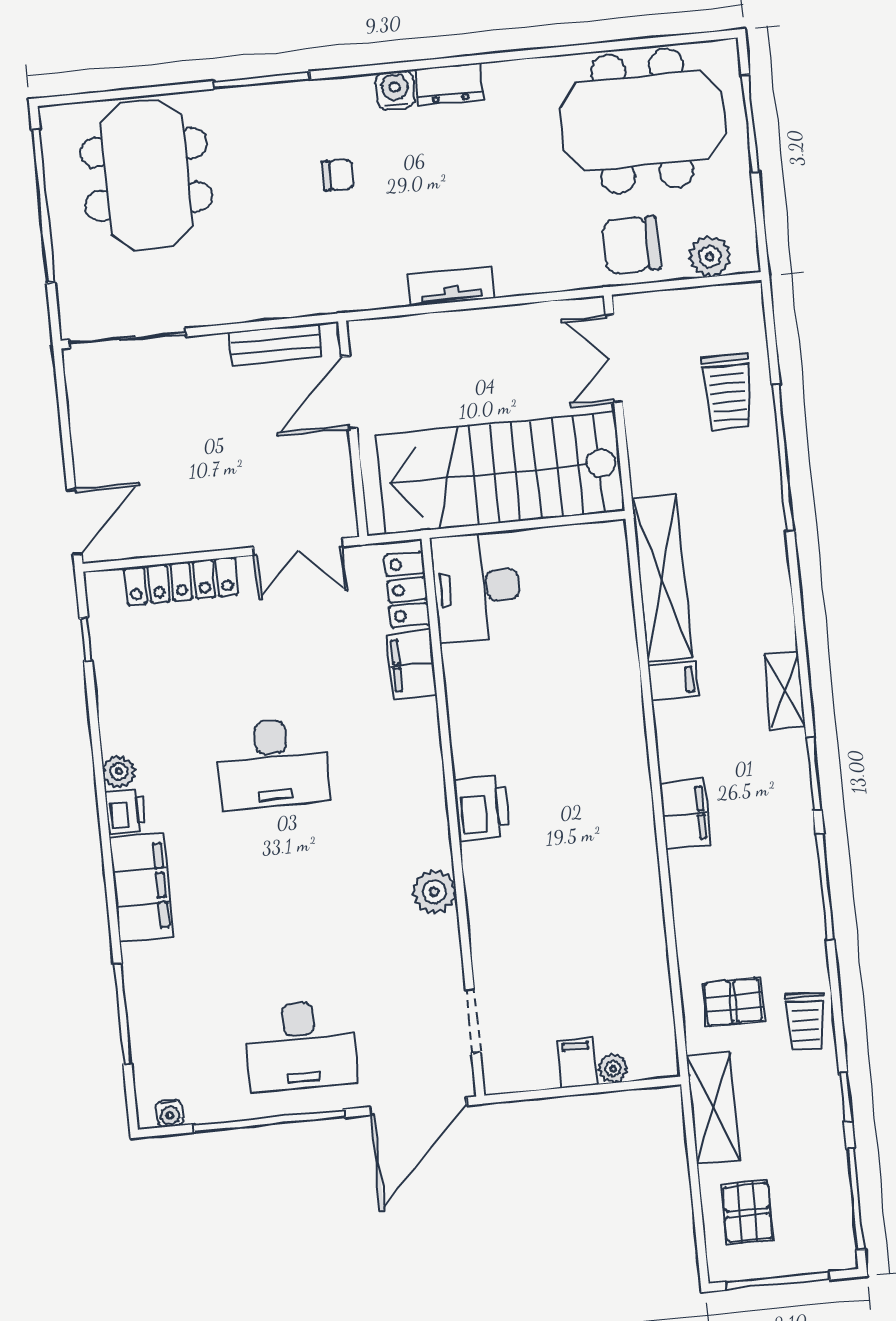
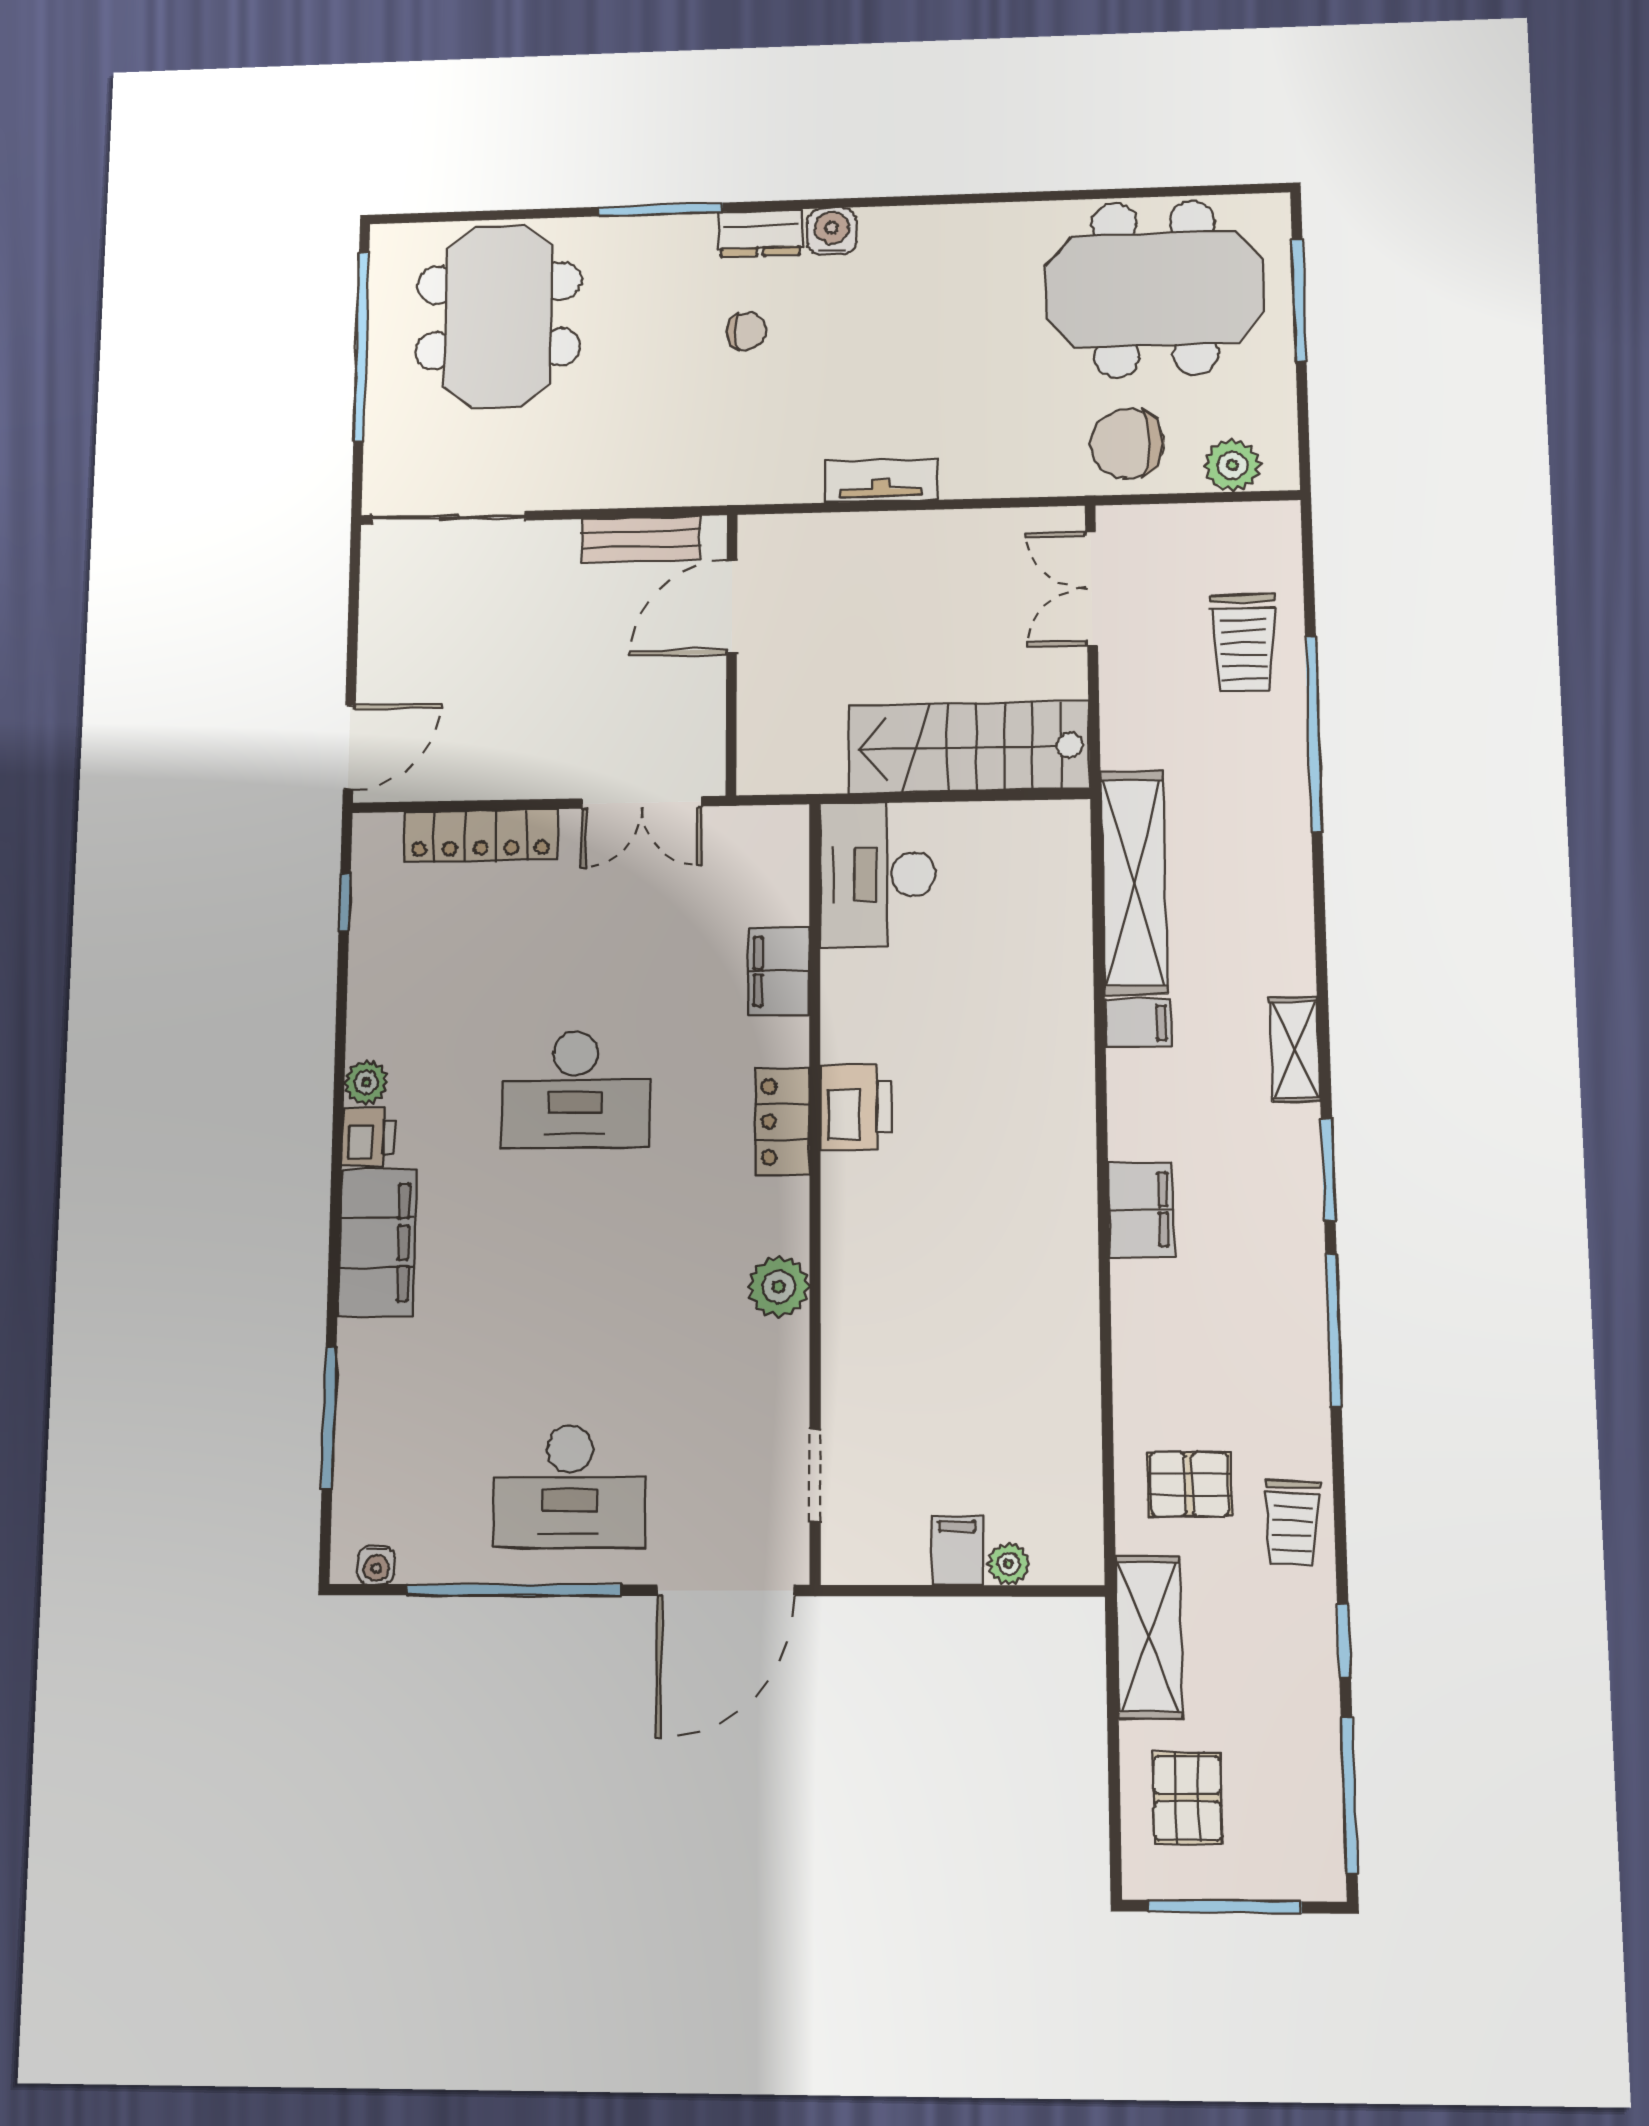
dresser: (449, 84) -> (760, 233), moved
stairs: (501, 473) -> (969, 747), width x0.73, depth x0.66
locker: (407, 590) -> (782, 1122), moved
printer: (482, 809) -> (856, 1107), moved

